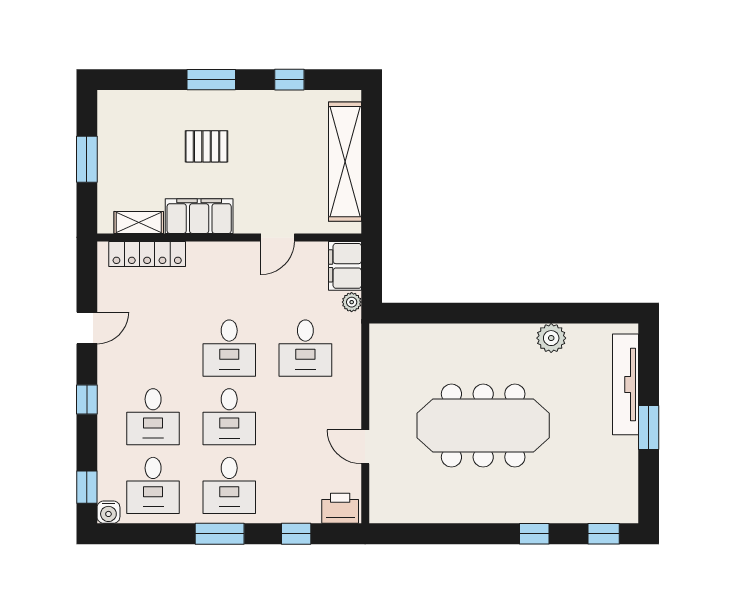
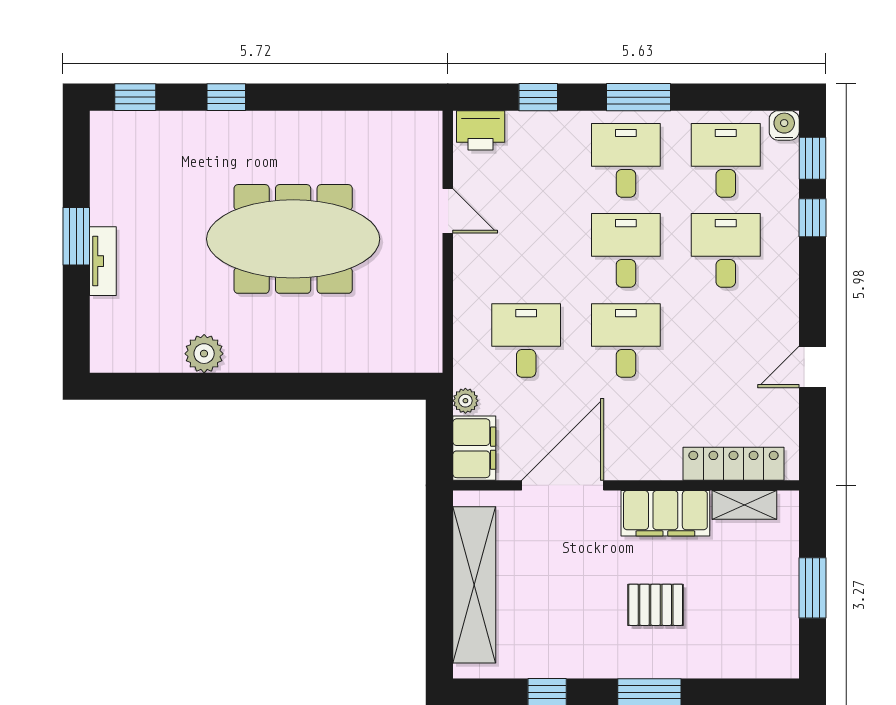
door: (278, 237) -> (563, 485), width x1.87
tv unit: (625, 384) -> (103, 261), width x0.52, depth x0.78
window: (87, 399) -> (813, 218), moved

